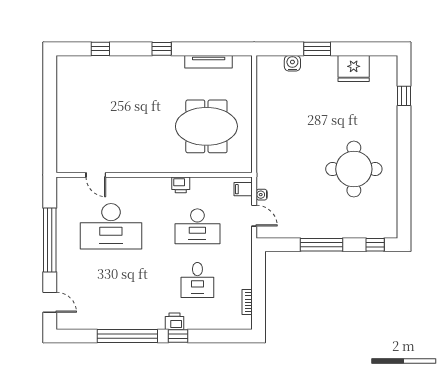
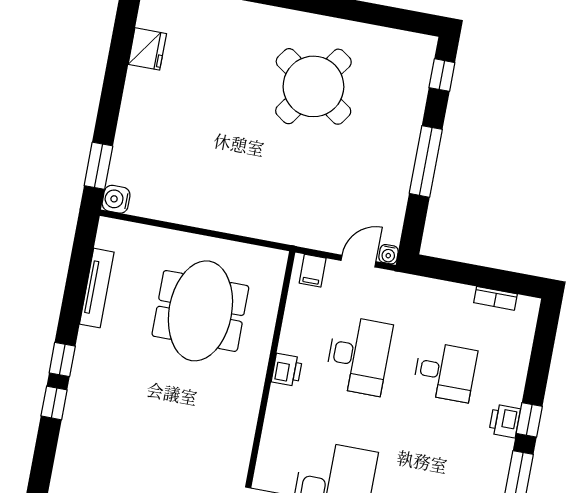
window: (100, 49) -> (54, 403), moved
window: (317, 49) -> (98, 166), moved
water cooler: (292, 63) -> (116, 199), moved
fridge: (354, 68) -> (147, 49), width x0.73, depth x0.75
round table: (354, 169) -> (313, 86), turned 35
water cooler: (262, 195) -> (389, 254), moved

